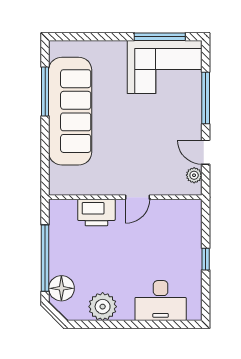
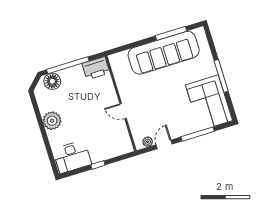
window: (160, 37) -> (221, 76), moved
printer: (96, 213) -> (96, 68), moved, turned -90
desk: (161, 301) -> (72, 157), moved, turned -90
plant: (103, 307) -> (52, 121), moved

